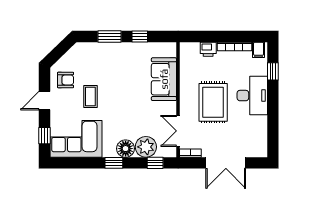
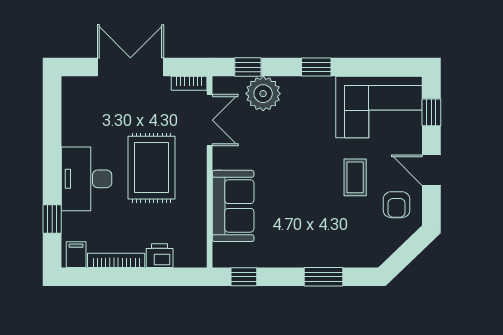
window: (140, 37) -> (244, 277), moved
armchair: (66, 80) -> (397, 205), turned -90
door: (44, 101) -> (431, 170), swing flipped
floor lamp: (126, 149) -> (297, 91), removed

